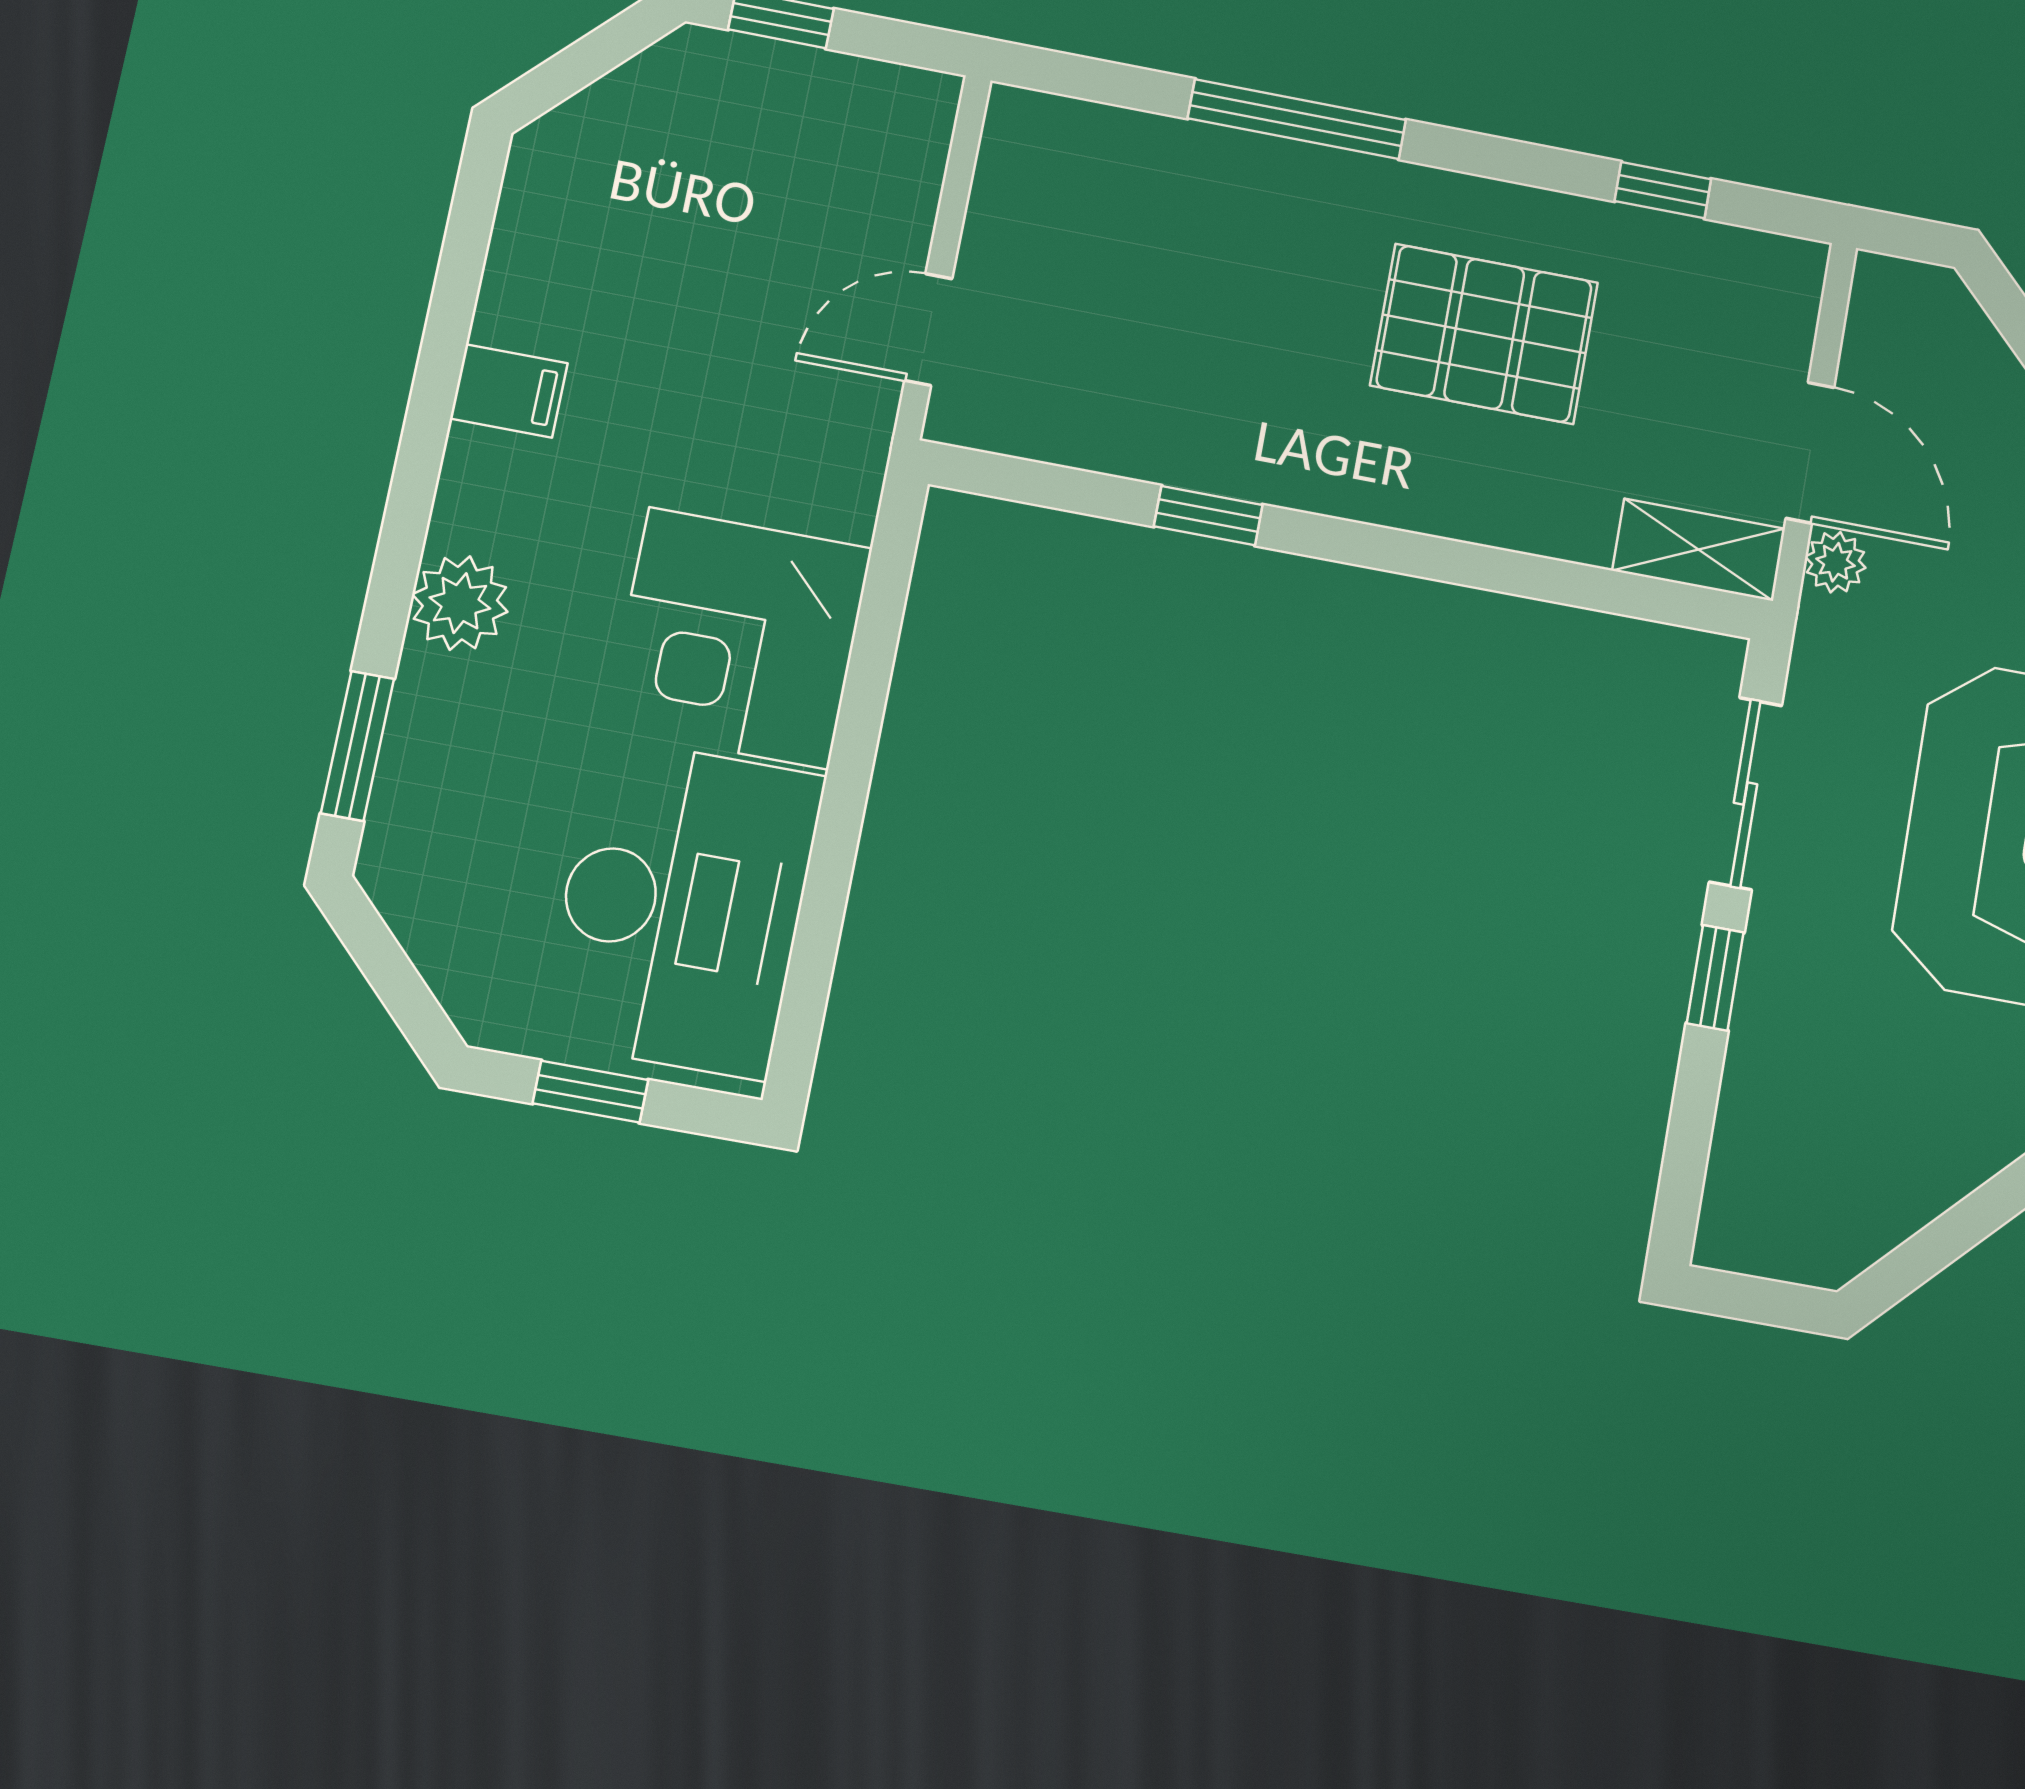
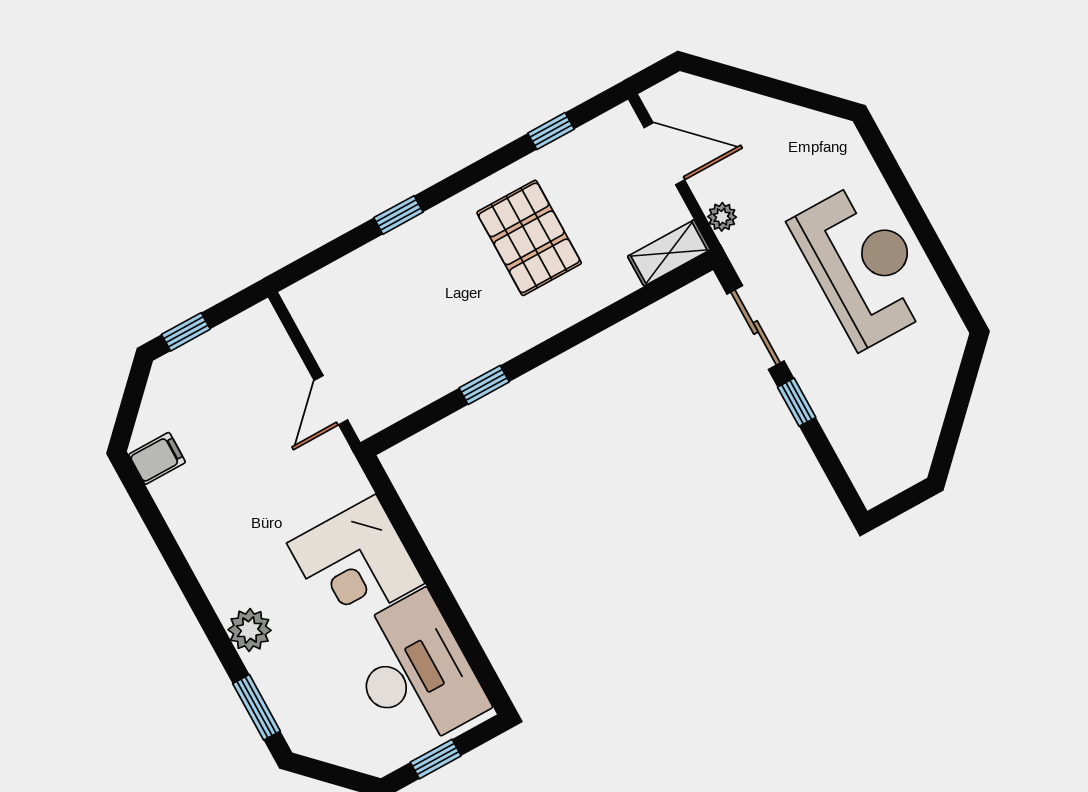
window: (1297, 119) -> (398, 215), width x0.46
pallet: (1484, 334) -> (529, 238), turned 90
filing cabinet: (509, 391) -> (157, 458), moved
door: (1810, 453) -> (664, 154), moved

